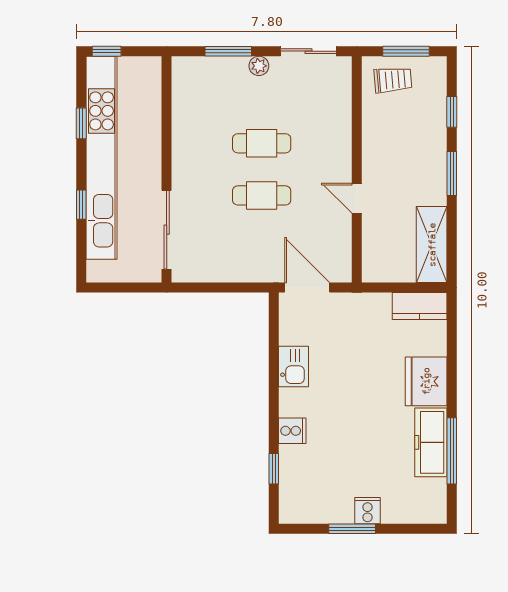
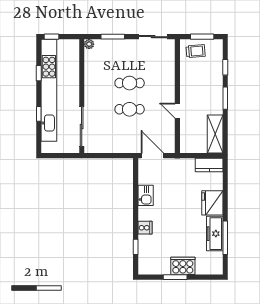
plant: (259, 66) -> (89, 44), moved
cooker: (367, 511) -> (183, 266), width x1.87, depth x1.31

